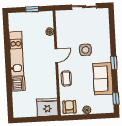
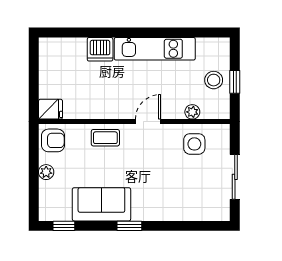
stool: (32, 21) -> (214, 80), added
side table: (85, 50) -> (194, 144), moved
door: (56, 56) -> (148, 122), swing flipped
fridge: (47, 107) -> (50, 109), width x0.53, depth x0.75

